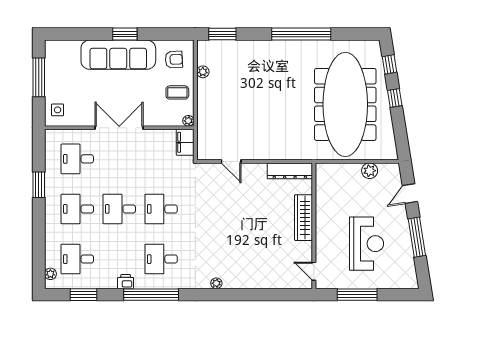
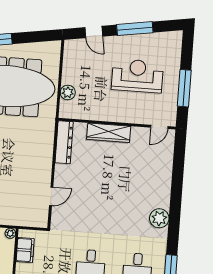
filing cabinet: (185, 142) -> (25, 250), moved, turned -90
plant: (370, 171) -> (68, 92), moved
plant: (216, 283) -> (159, 218), width x1.87, depth x1.87

